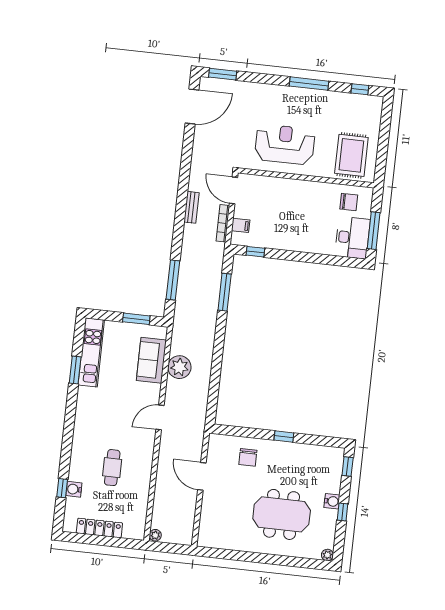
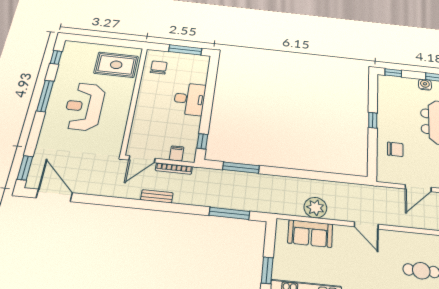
reception desk: (285, 144) -> (84, 107), moved
desk: (352, 238) -> (190, 99), moved, turned 90
window: (136, 319) -> (267, 270), moved

